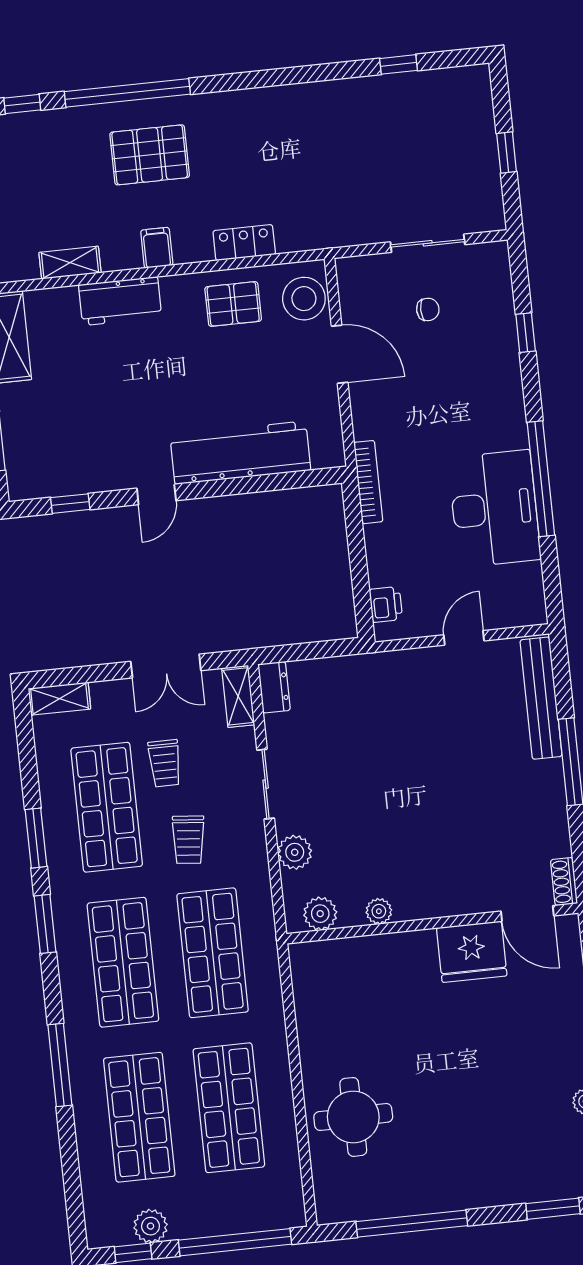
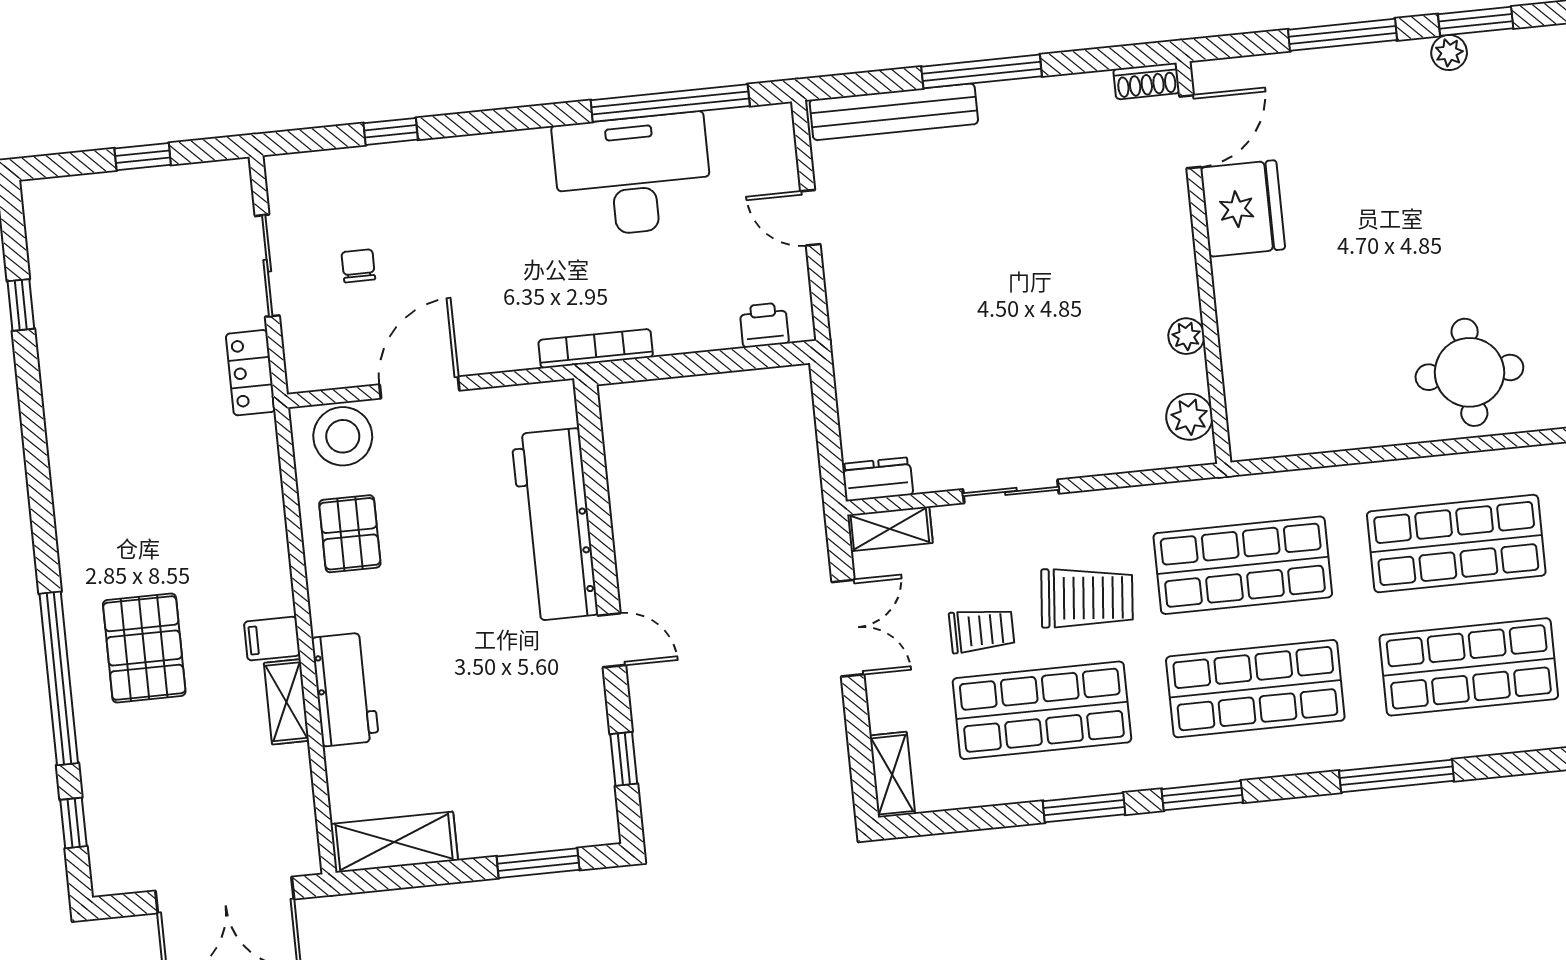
locker: (244, 243) -> (251, 373), moved
shelving: (70, 263) -> (286, 702), moved
window: (541, 479) -> (670, 103), moved
trolley: (188, 840) -> (1087, 598), width x1.36, depth x1.39
plant: (295, 852) -> (1105, 452), removed

